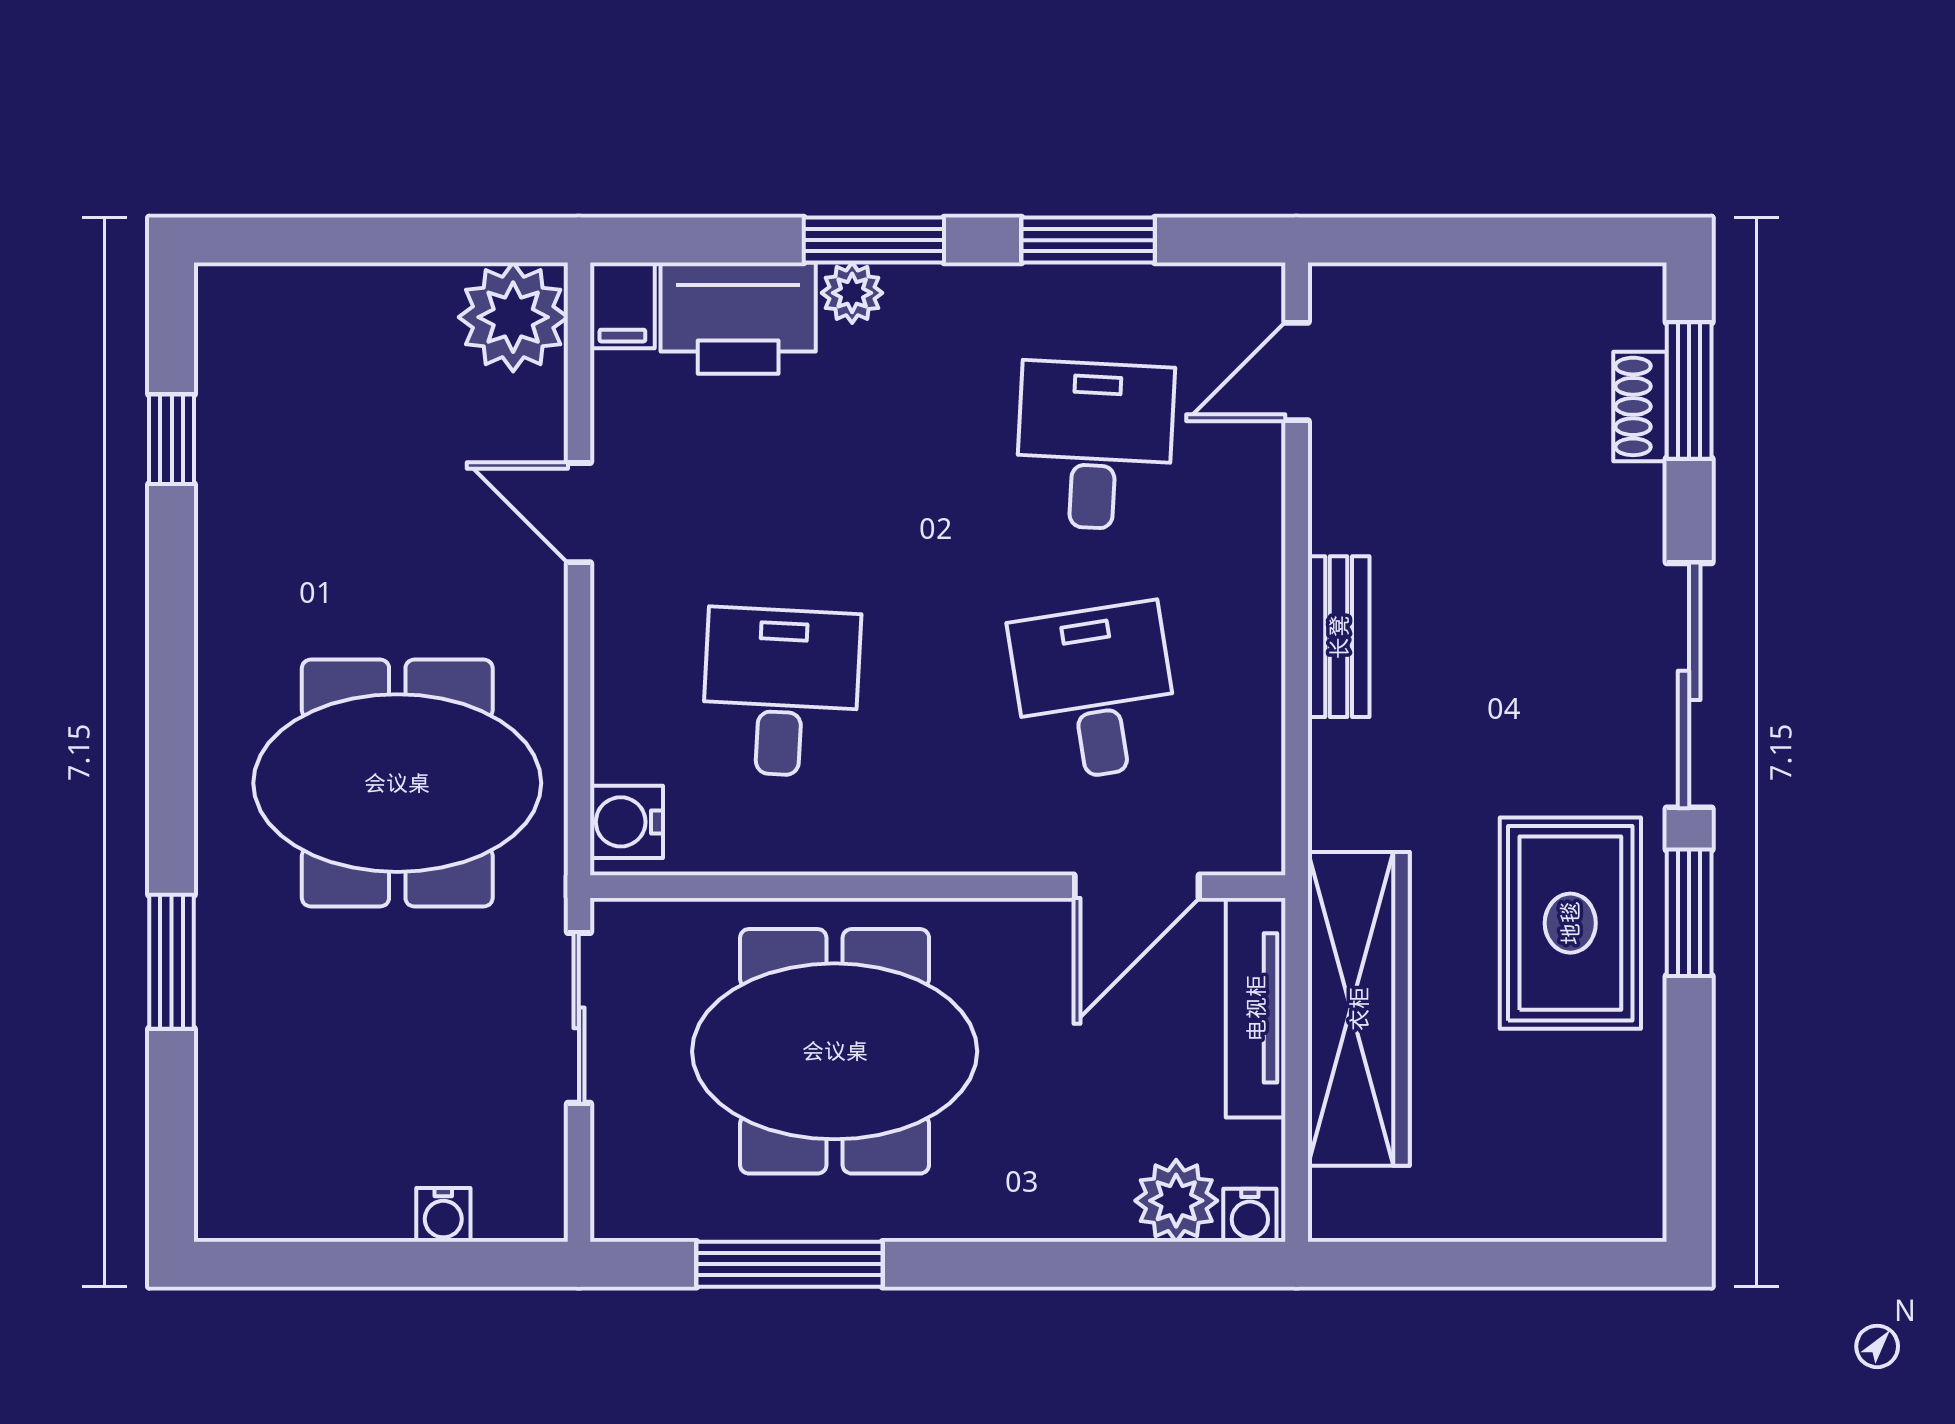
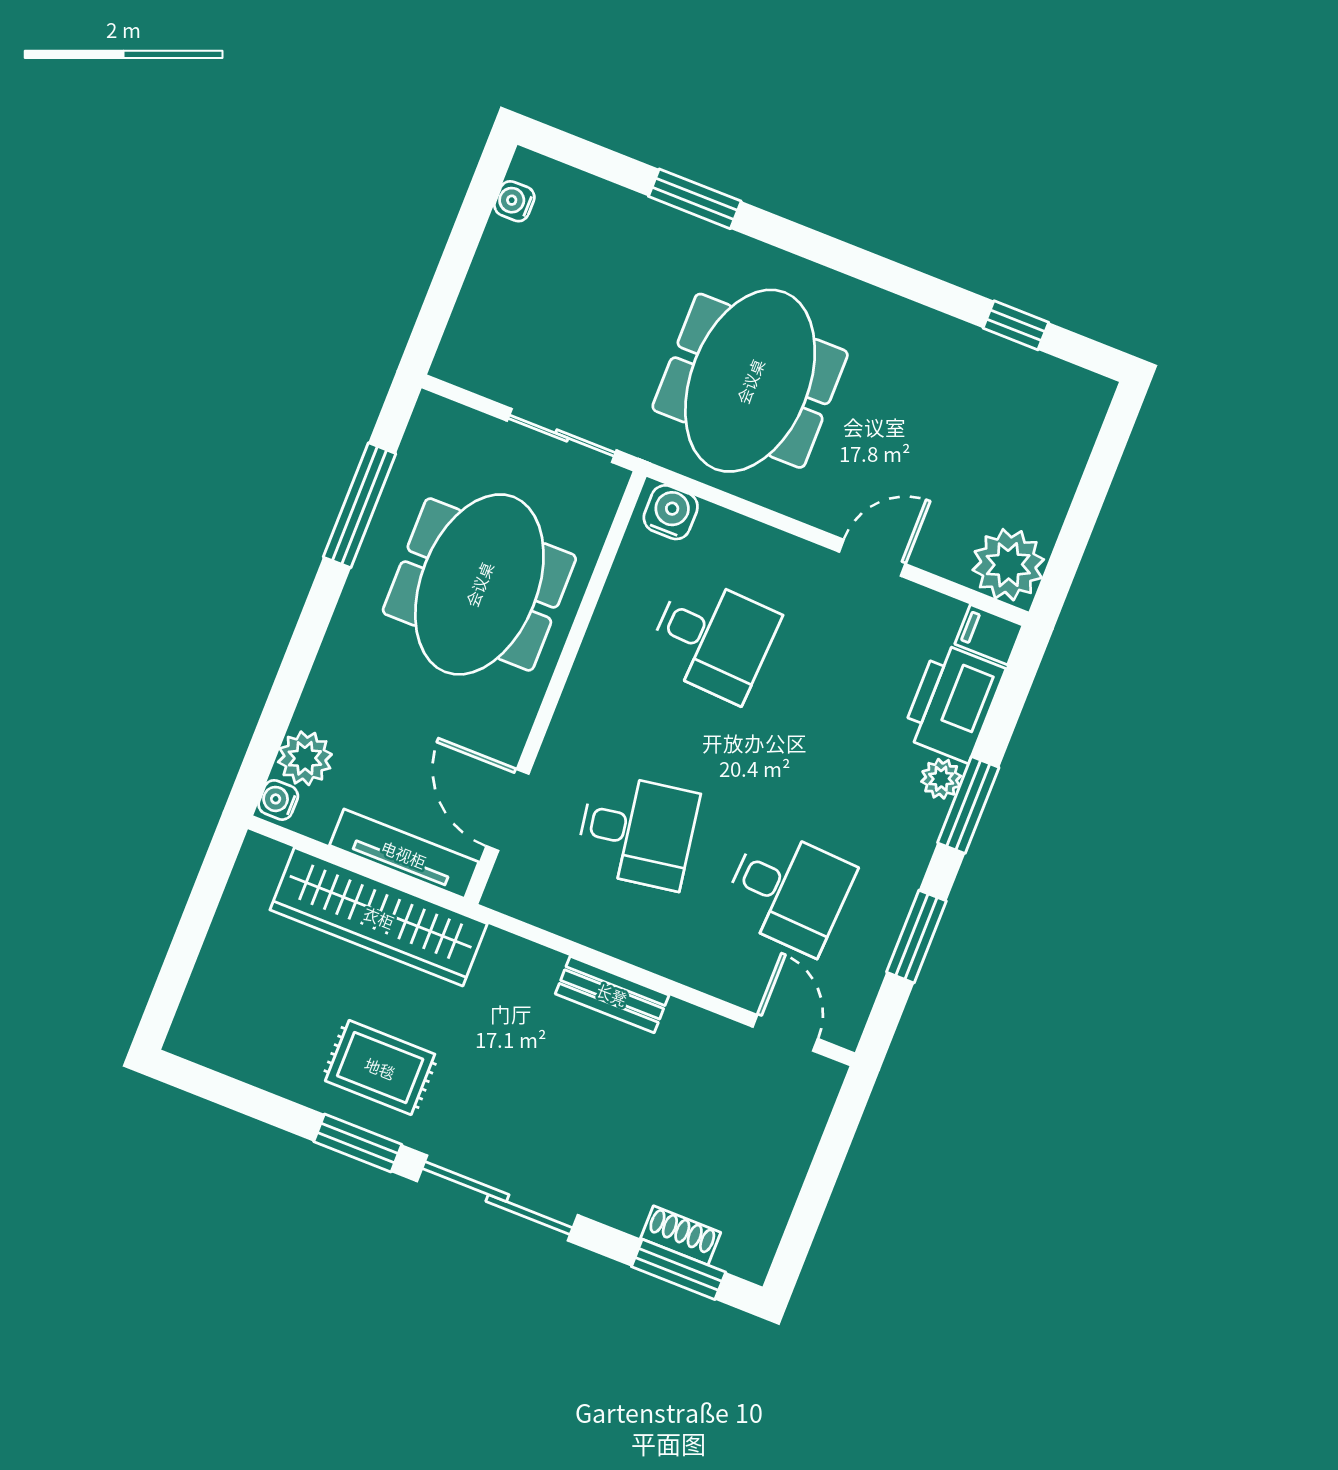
rug: (1570, 923) -> (380, 1068), width x0.73, depth x0.70
water cooler: (443, 1215) -> (514, 201), moved

